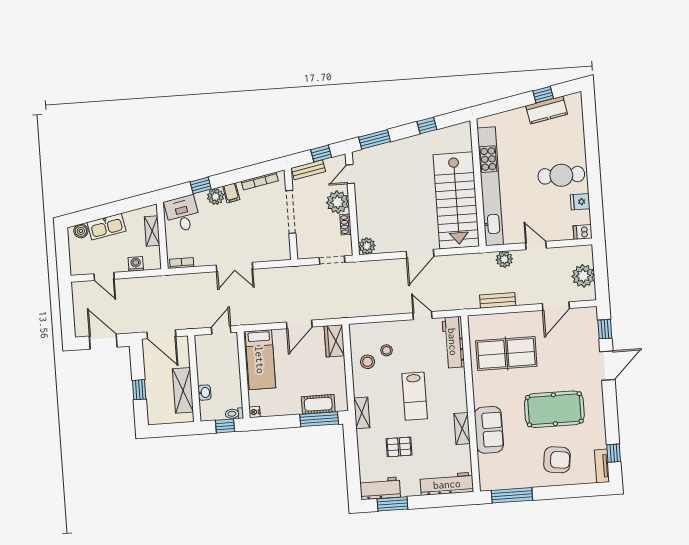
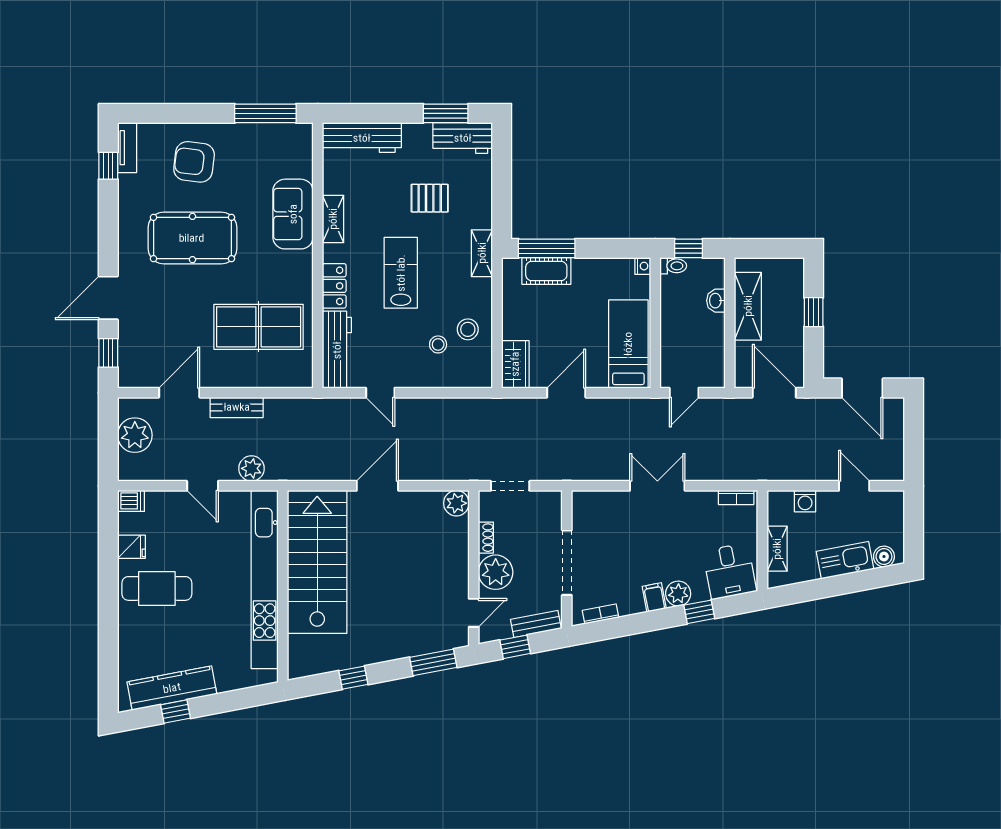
kitchen counter: (547, 110) -> (172, 688), width x1.50
bookcase: (260, 181) -> (601, 614), width x0.64
bench: (498, 300) -> (237, 407), moved
locker: (458, 384) -> (334, 286), added

